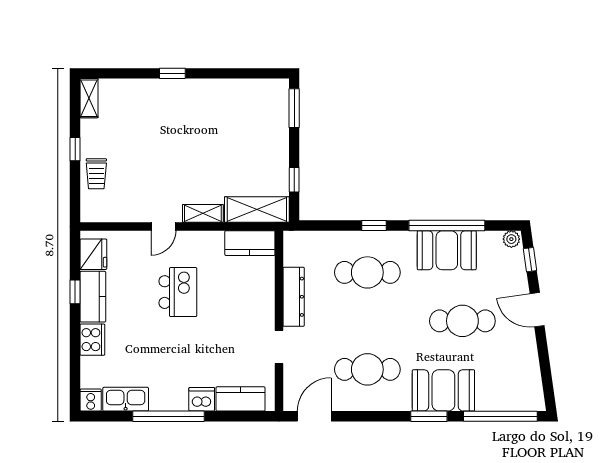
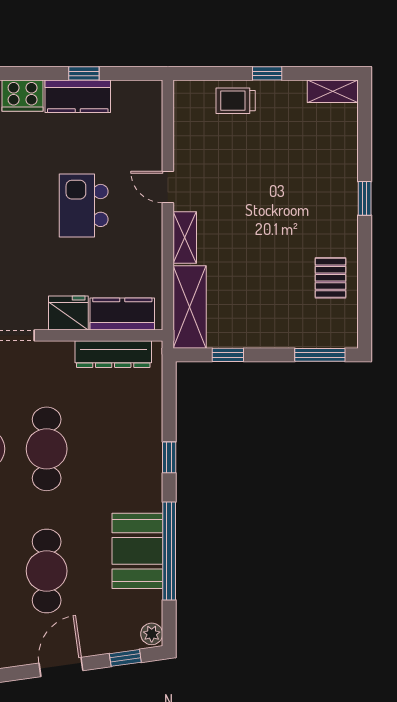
pallet: (234, 100) -> (330, 278), added
kitchen counter: (250, 243) -> (122, 314), moved, turned 90
fridge: (93, 254) -> (68, 313), moved, turned 180
cafe table: (367, 272) -> (47, 449), moved
kitchen island: (178, 292) -> (84, 205), turned 90
dresser: (294, 297) -> (113, 354), moved

